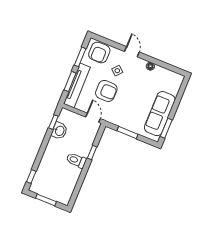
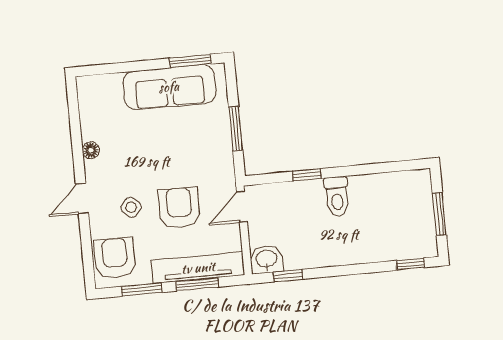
armchair: (99, 52) -> (115, 258), turned -90
washbasin: (59, 131) -> (267, 259), moved

